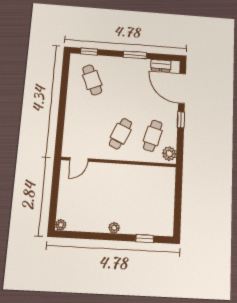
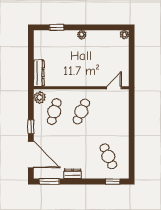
window: (135, 55) -> (49, 182), moved
dresser: (161, 65) -> (73, 174), moved
dresser: (169, 183) -> (39, 73), added

